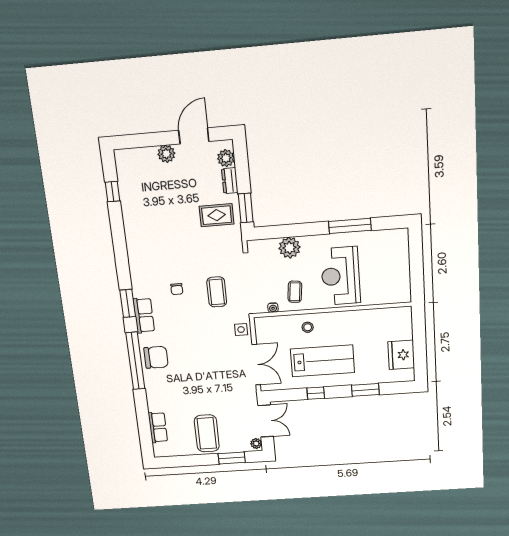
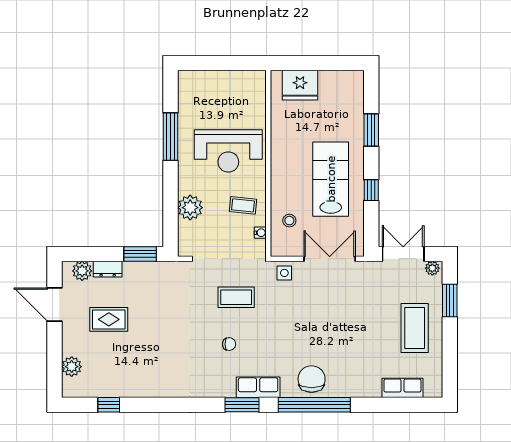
plant: (166, 154) -> (72, 367), moved
rug: (217, 215) -> (109, 319), moved, turned 90
stool: (308, 327) -> (289, 221), moved
fridge: (401, 355) -> (300, 85), moved
coffee table: (207, 433) -> (415, 328), turned 90

